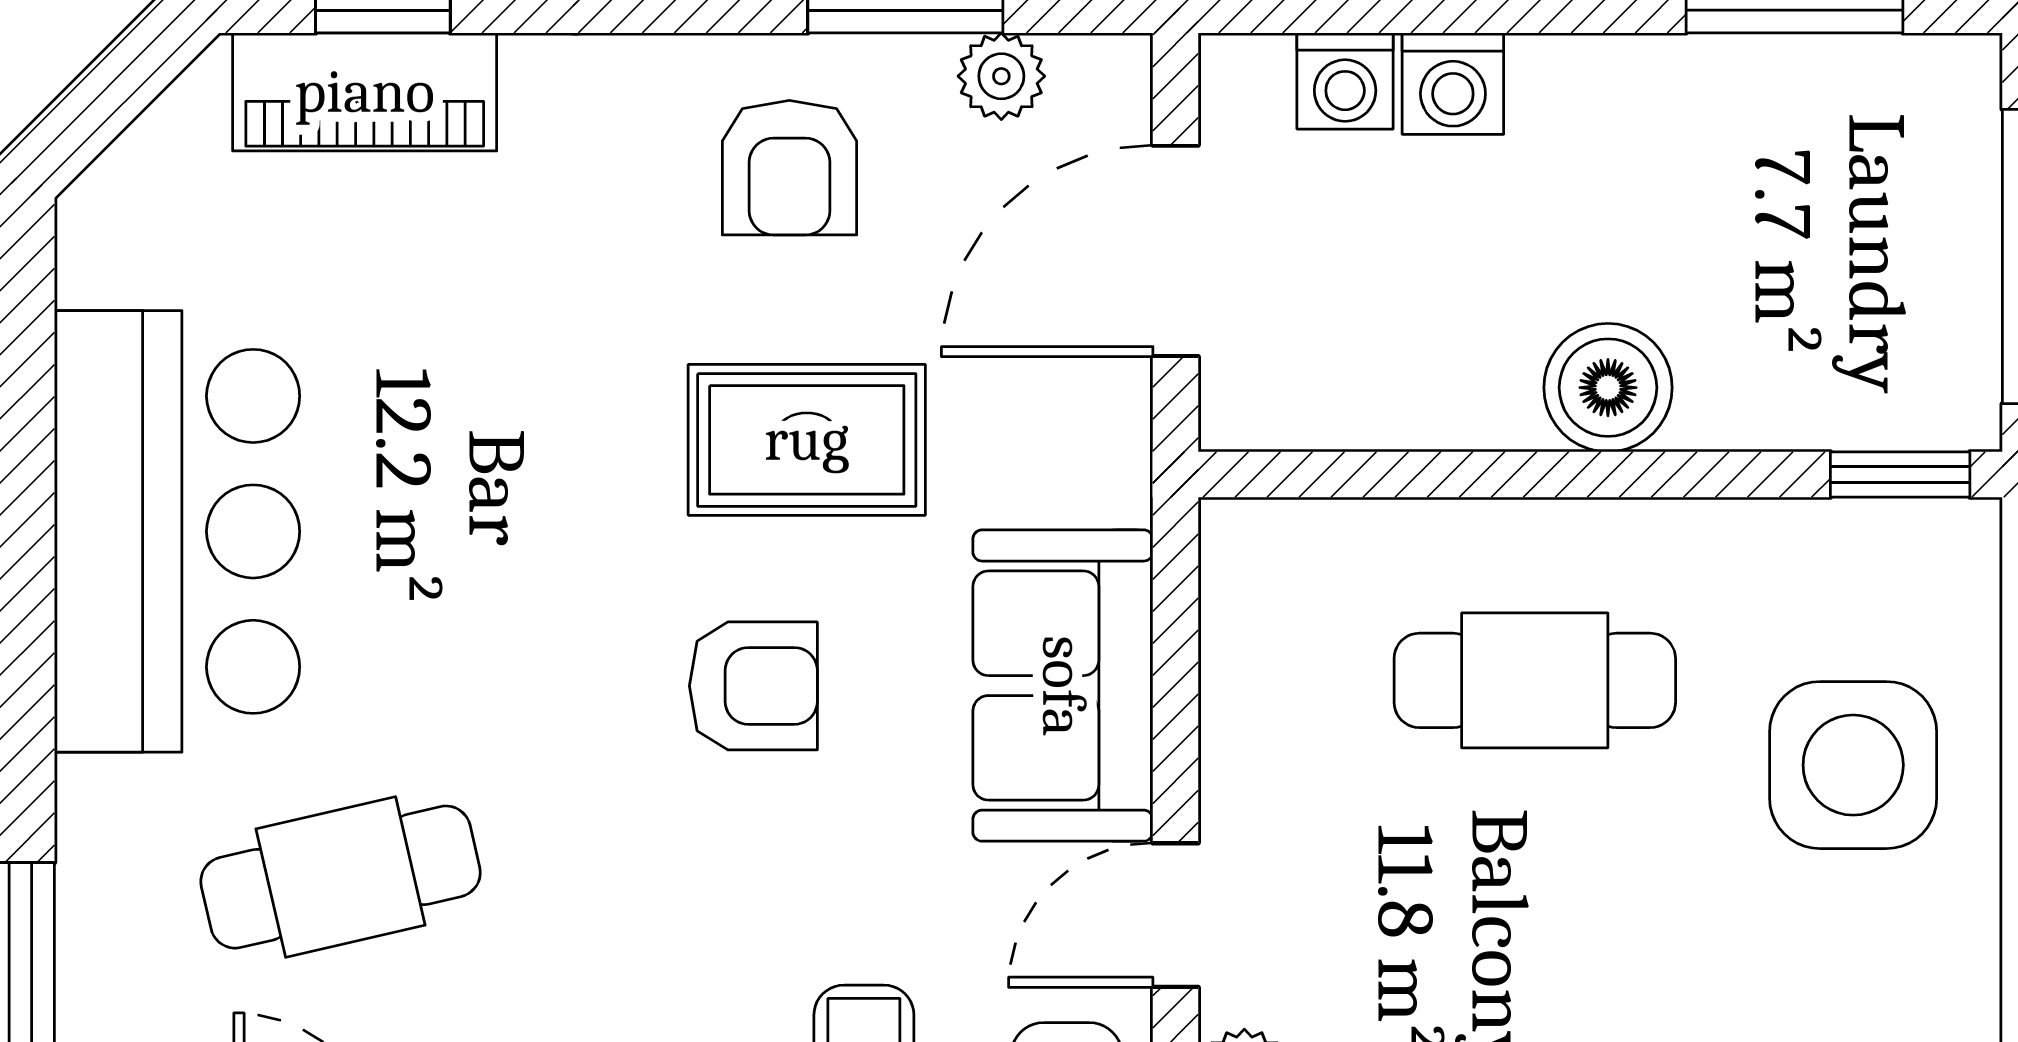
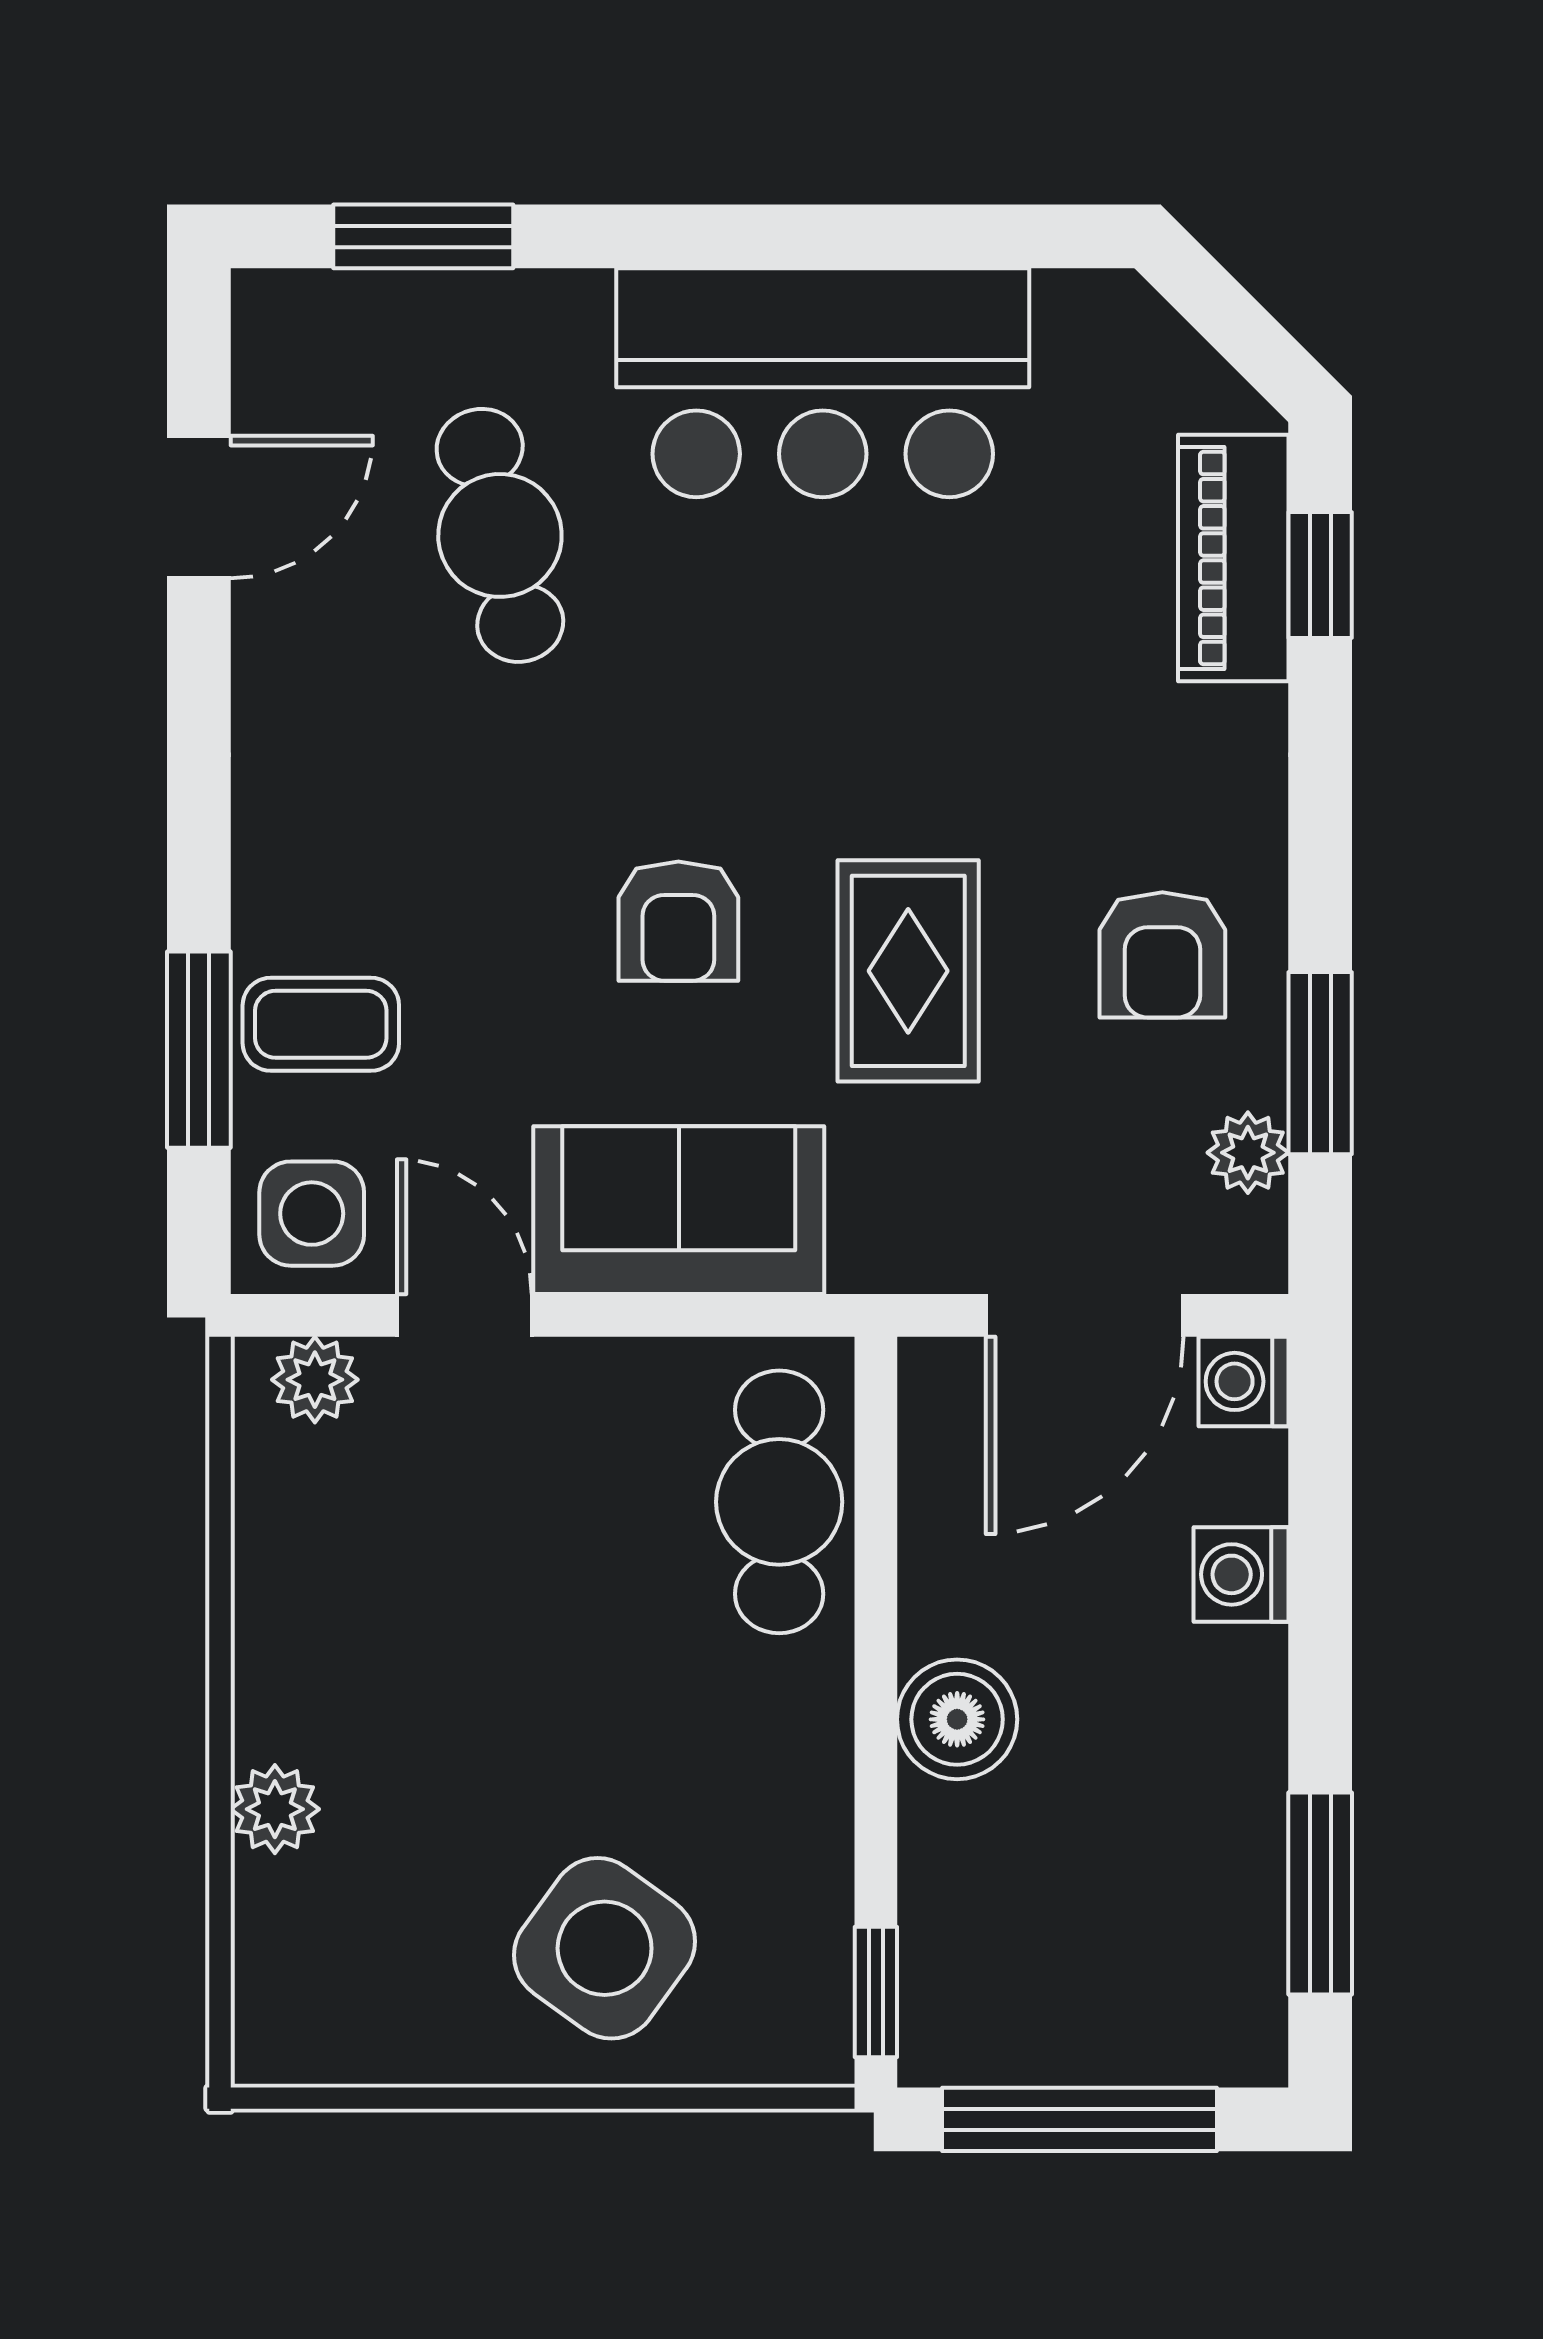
washing machine: (1345, 81) -> (1244, 1381), moved
armchair: (789, 168) -> (1162, 955), turned -90
door: (1176, 251) -> (1085, 1315), swing flipped
cafe table: (1535, 680) -> (779, 1502), moved
side table: (1853, 765) -> (605, 1948), turned 36

